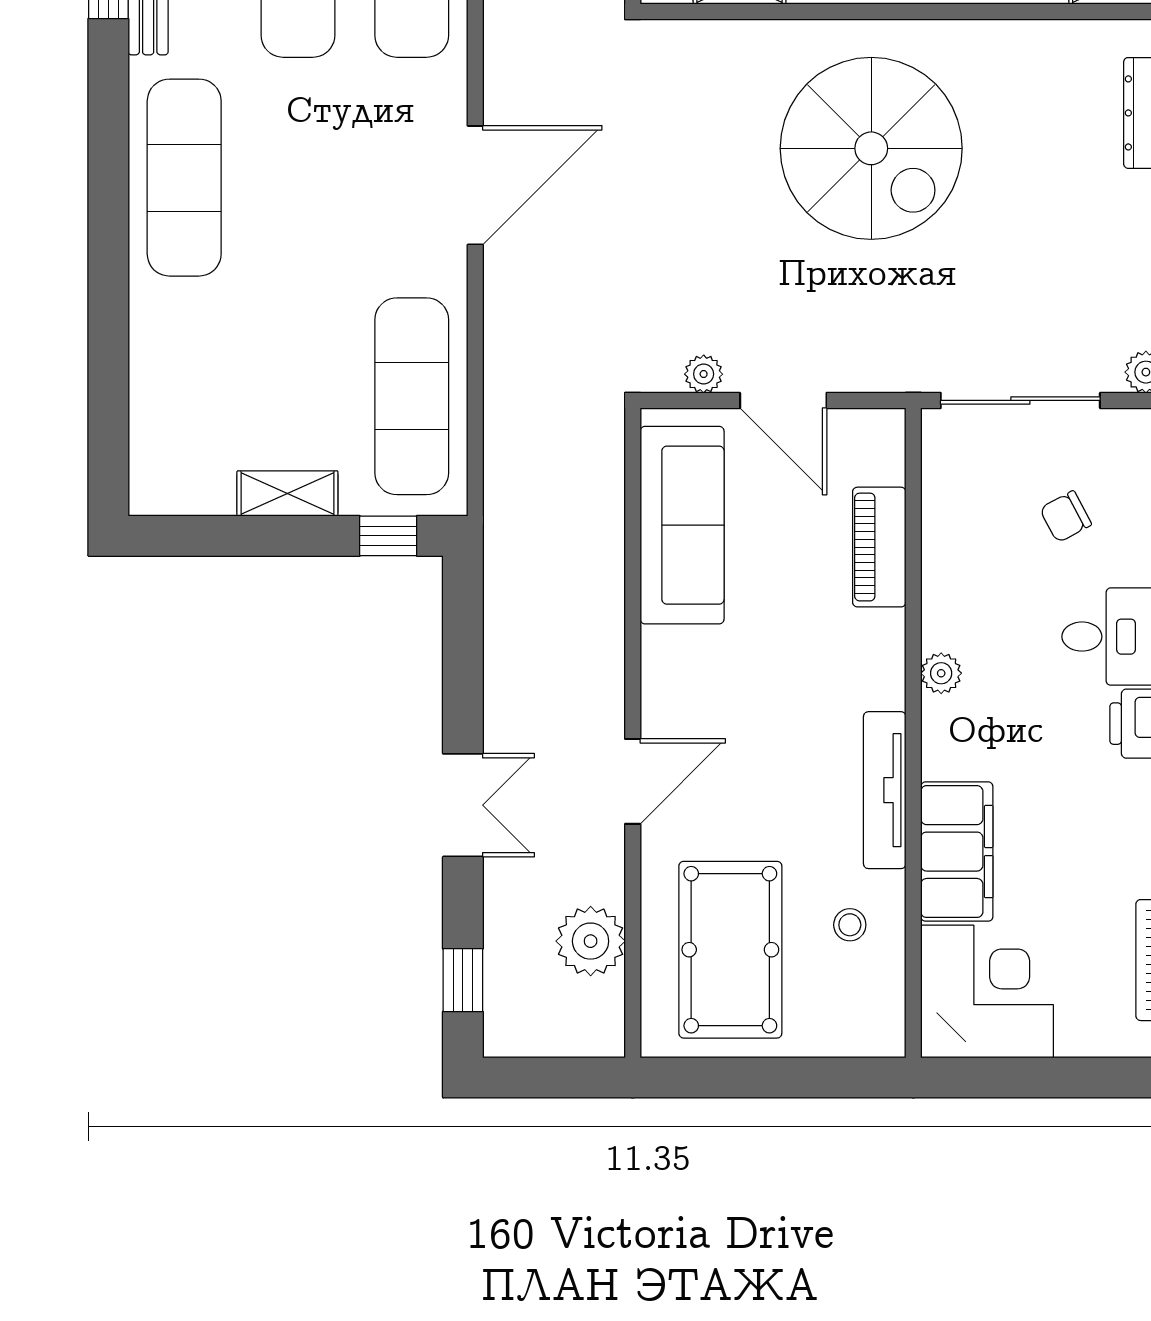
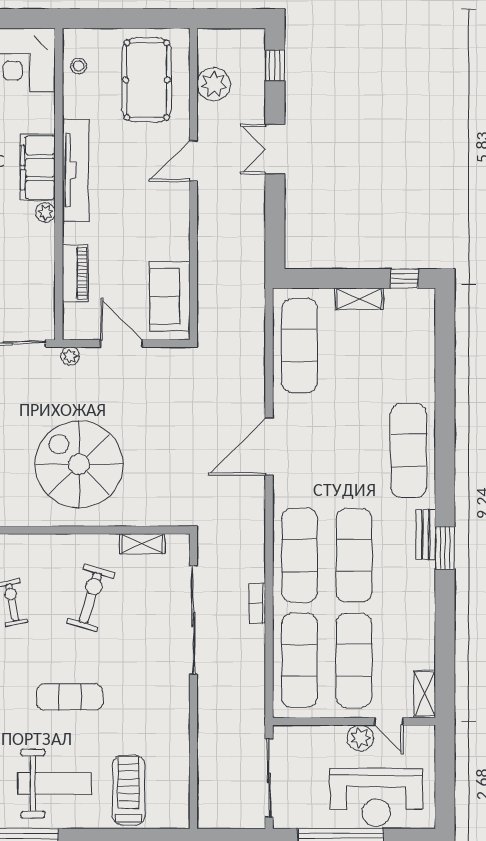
plant: (704, 374) -> (70, 356), moved
sofa: (682, 525) -> (170, 296), width x0.73
window: (388, 536) -> (404, 278), moved
tv unit: (885, 790) -> (75, 170), width x1.36, depth x1.29
filing cabinet: (957, 852) -> (38, 168), moved
stool: (850, 925) -> (79, 66), moved

